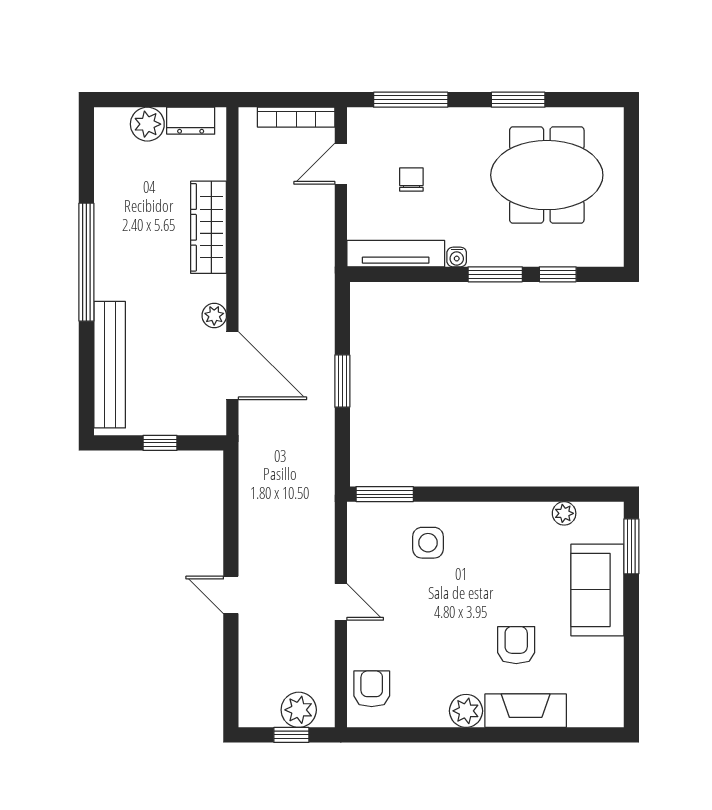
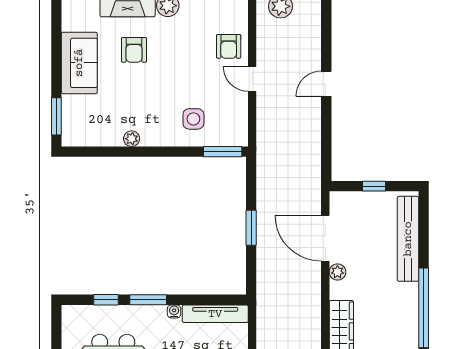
plant: (564, 513) -> (132, 139), moved
sofa: (597, 590) -> (79, 63), moved
door: (231, 595) -> (326, 84), swing flipped
armchair: (372, 689) -> (229, 46), moved

